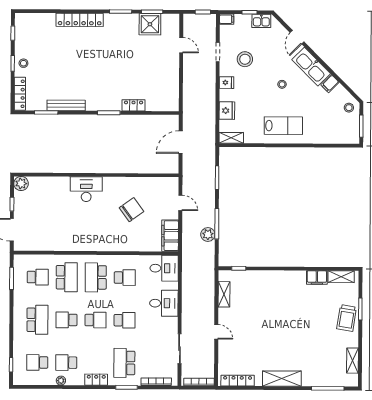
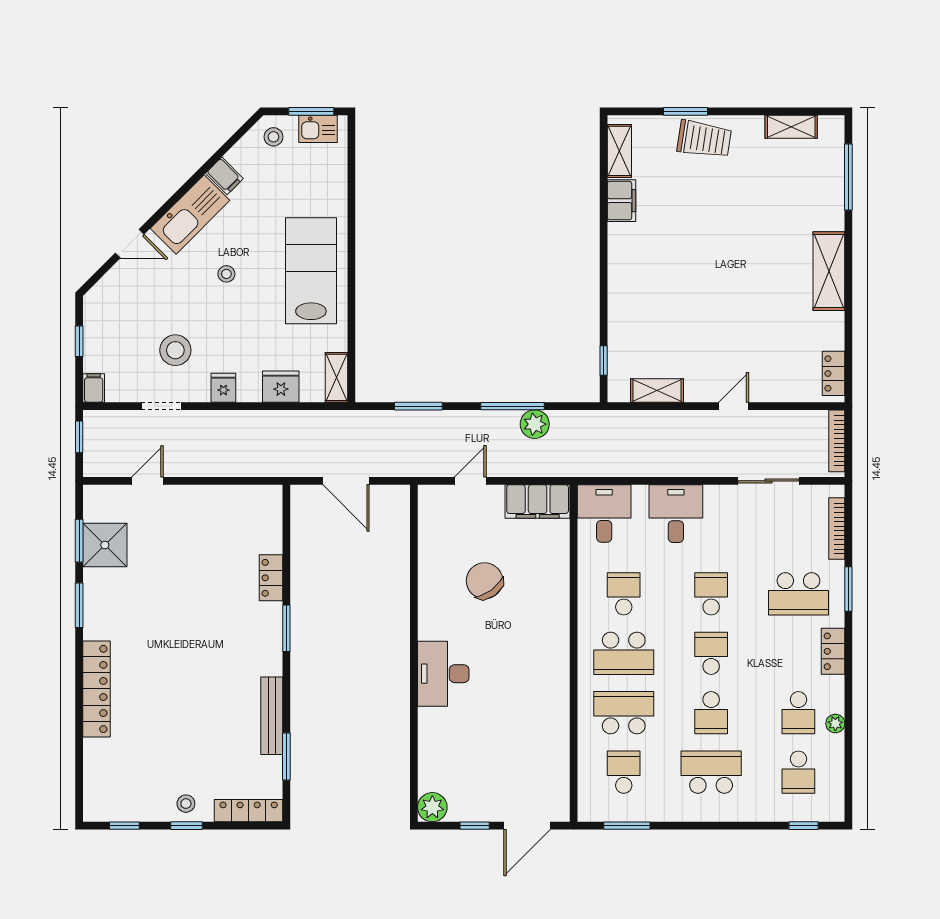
kitchen sink: (261, 21) -> (318, 129), moved, turned 90
lab bench: (283, 126) -> (311, 271), width x1.36, depth x1.39
locker: (238, 381) -> (833, 373), width x0.66

